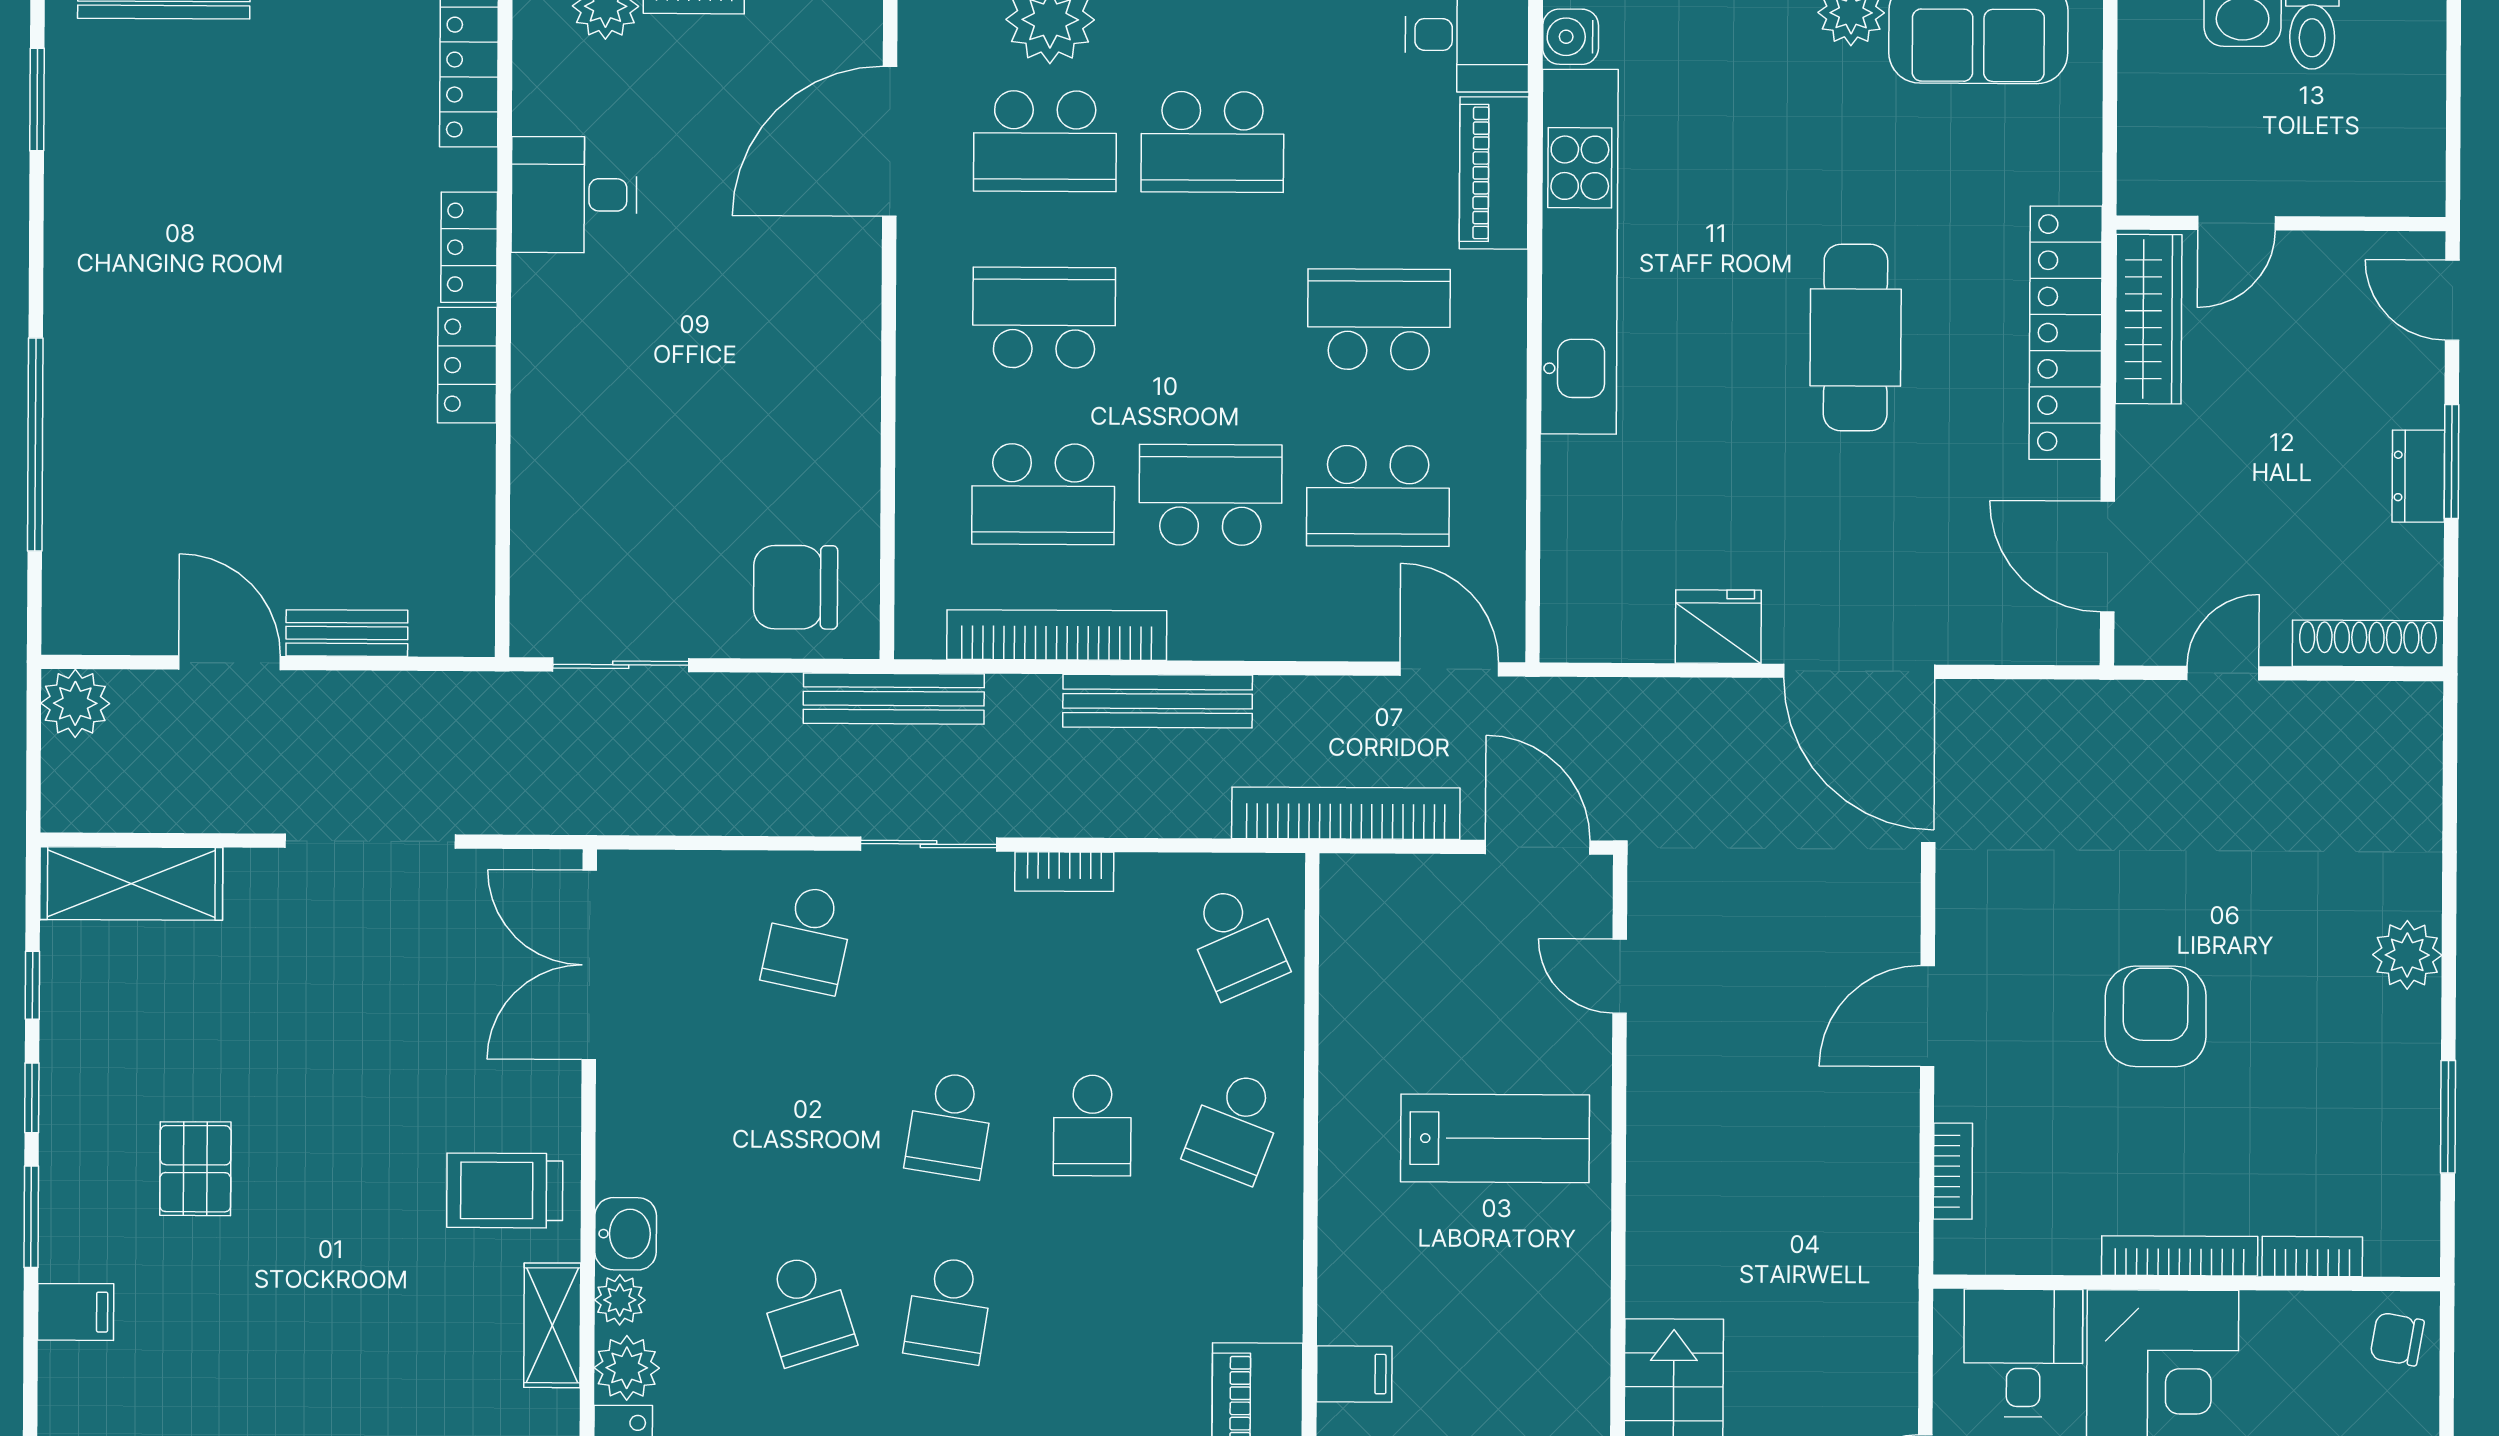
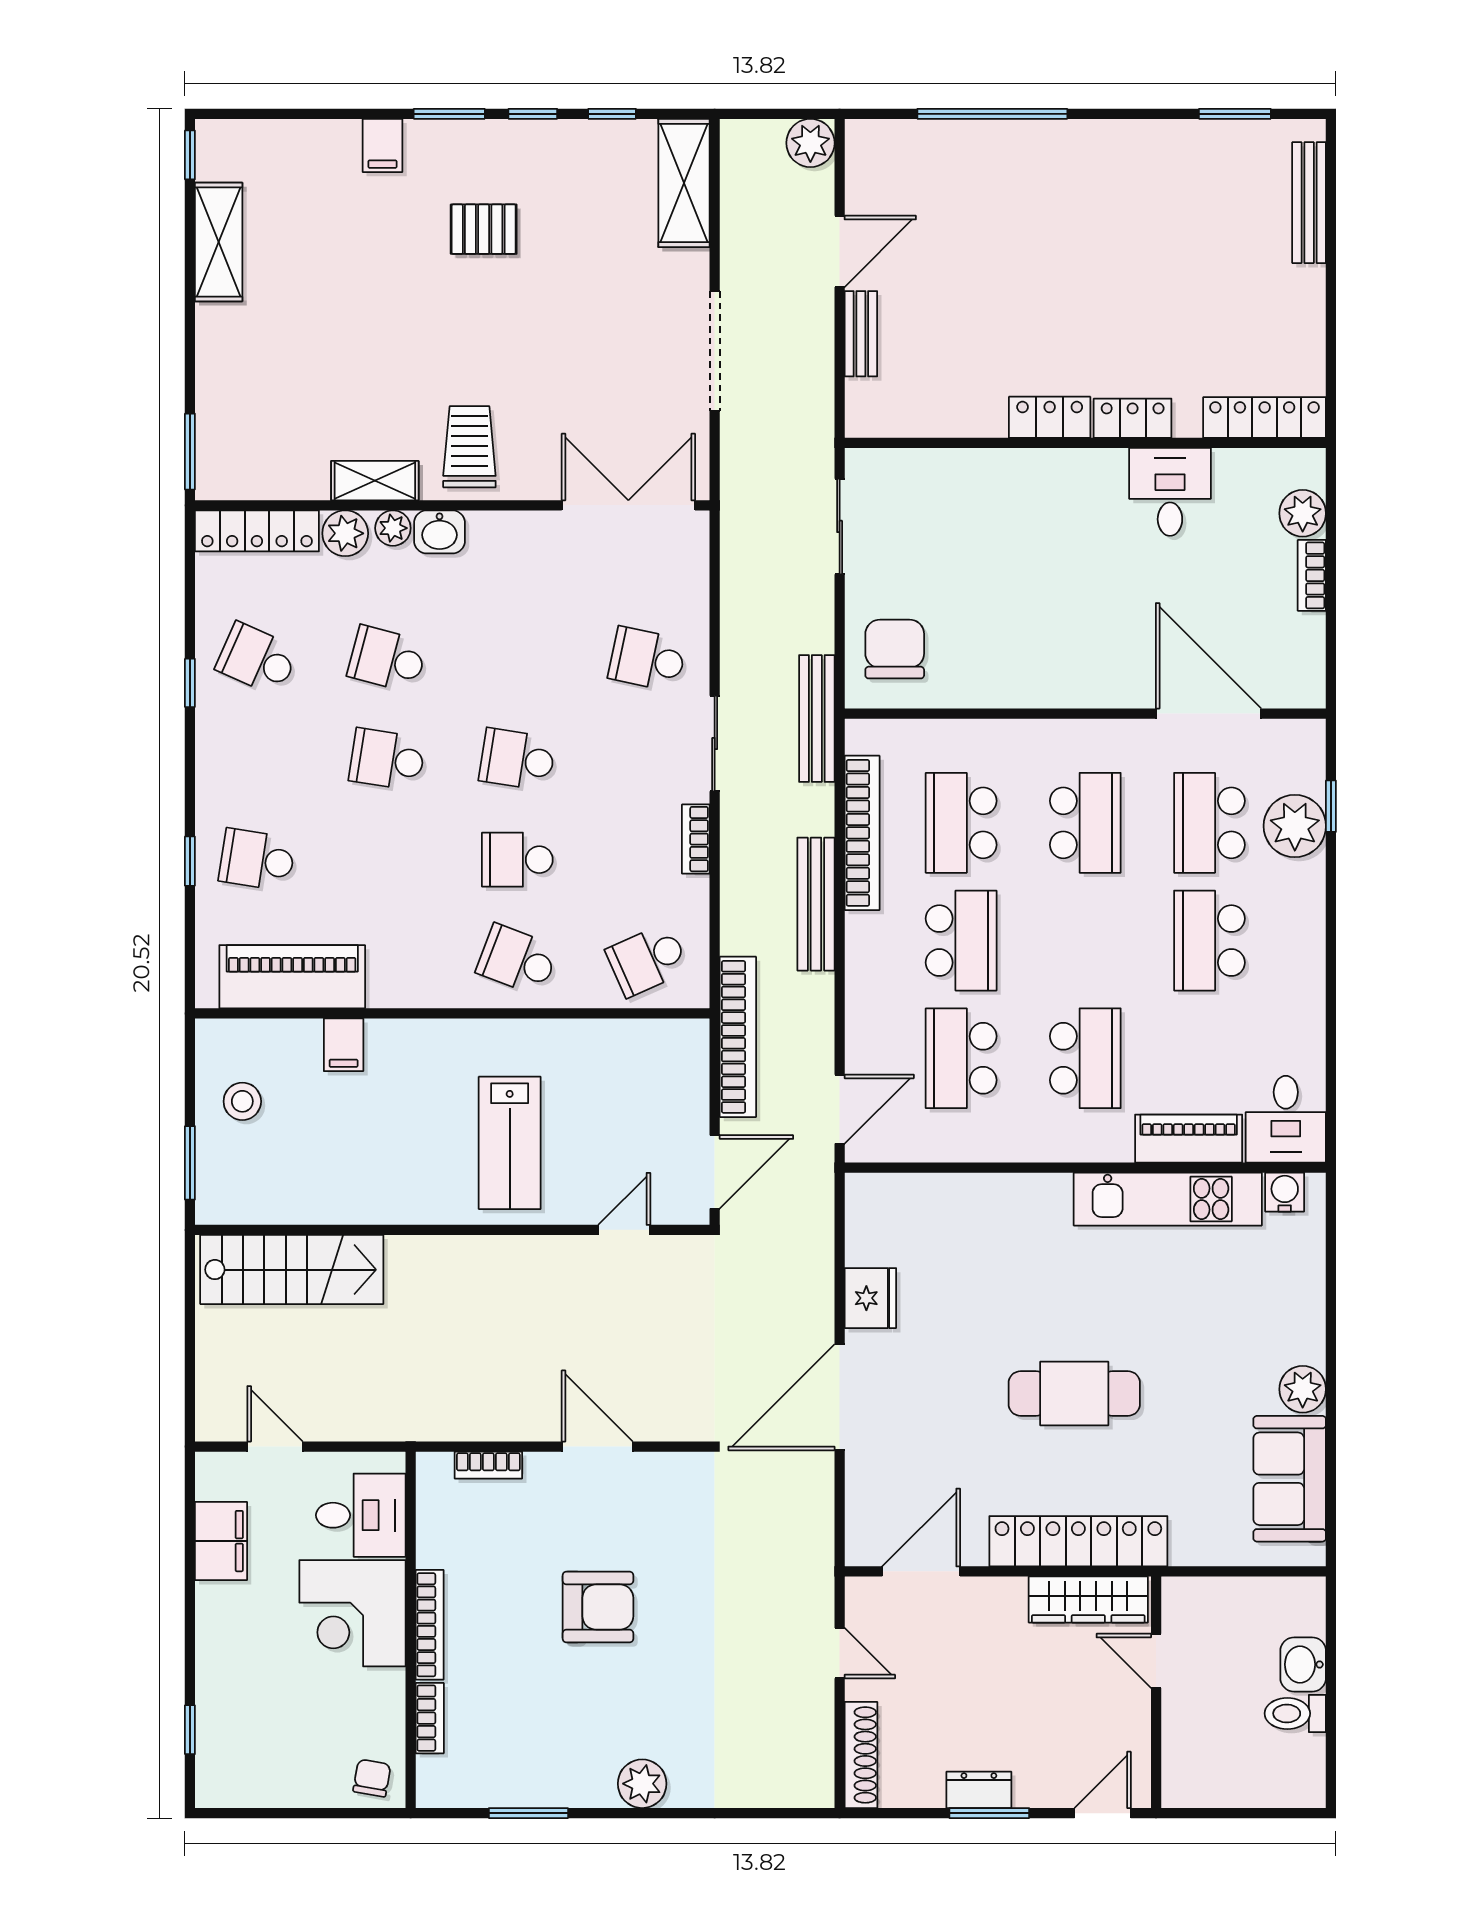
kitchen unit: (1579, 252) -> (1168, 1199), width x0.73
school desk: (806, 1309) -> (387, 659), turned 33

